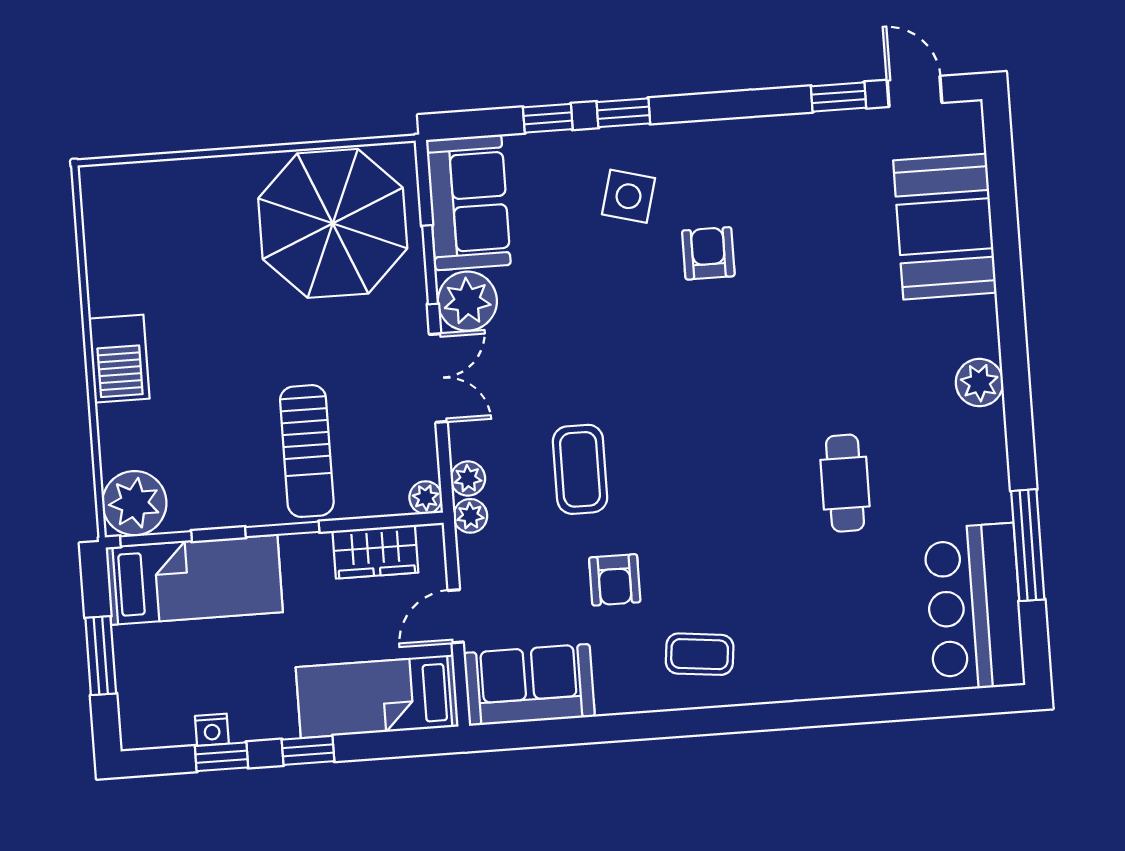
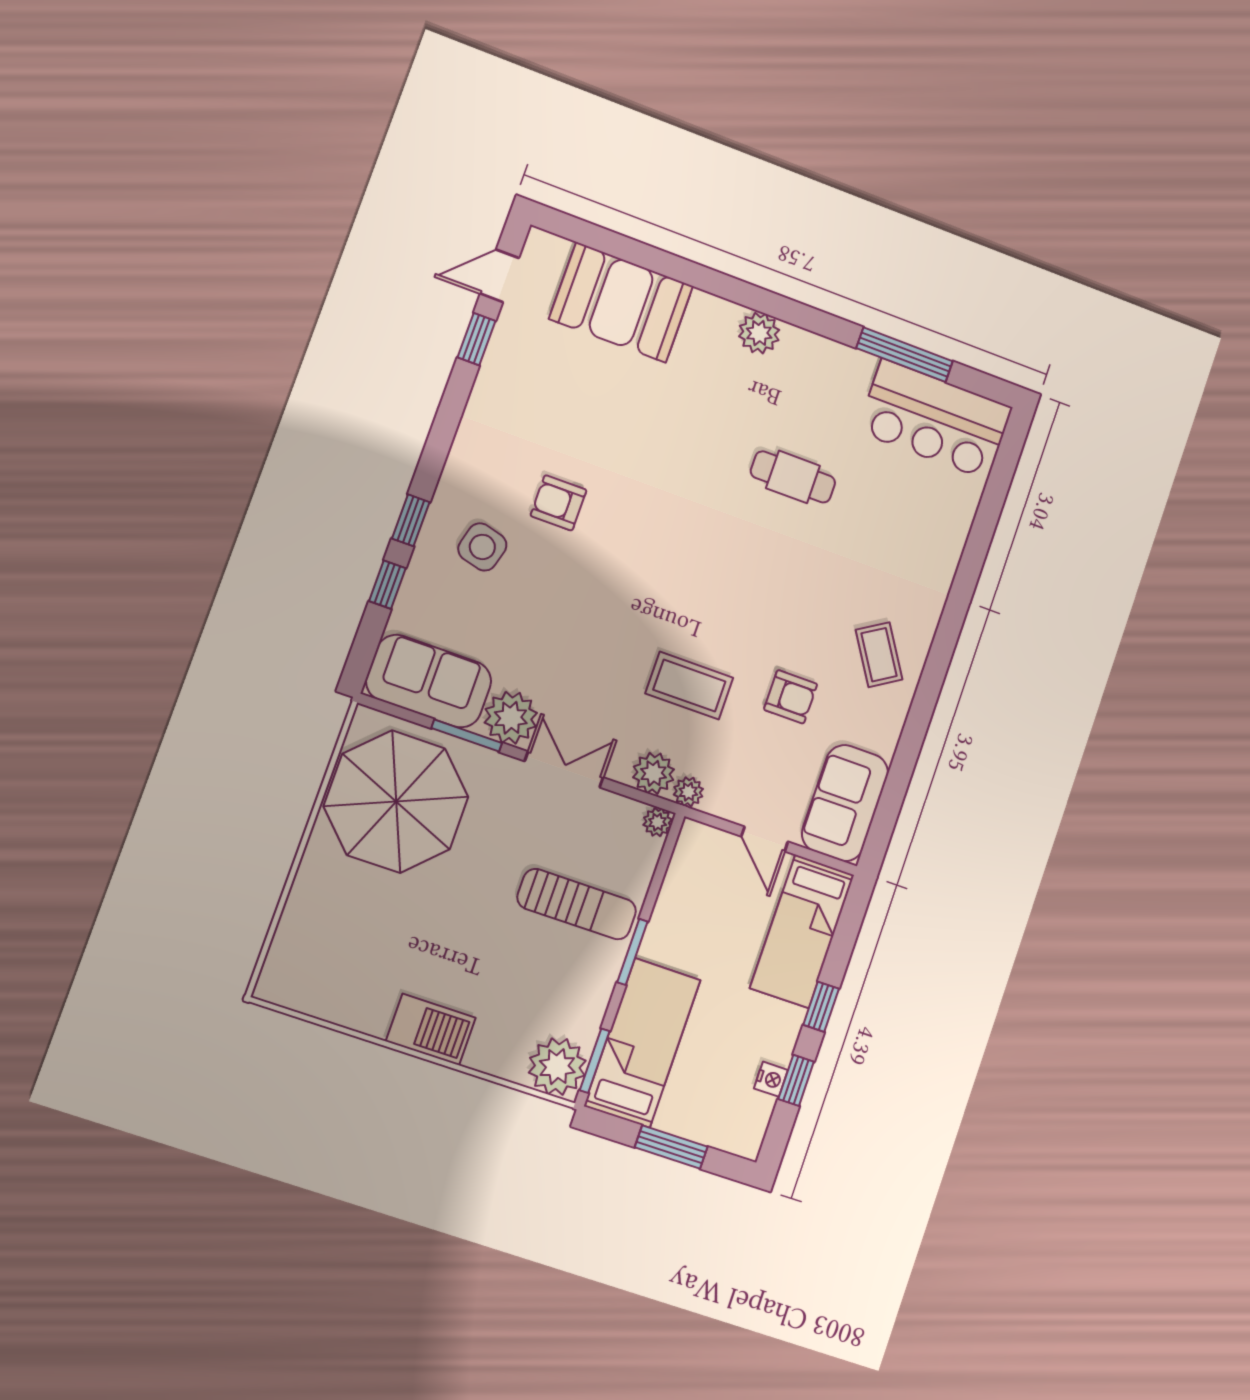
plant: (468, 479) -> (654, 773), width x1.38, depth x1.38
wardrobe: (375, 552) -> (684, 882), removed
coffee table: (700, 654) -> (879, 655), turned -38

